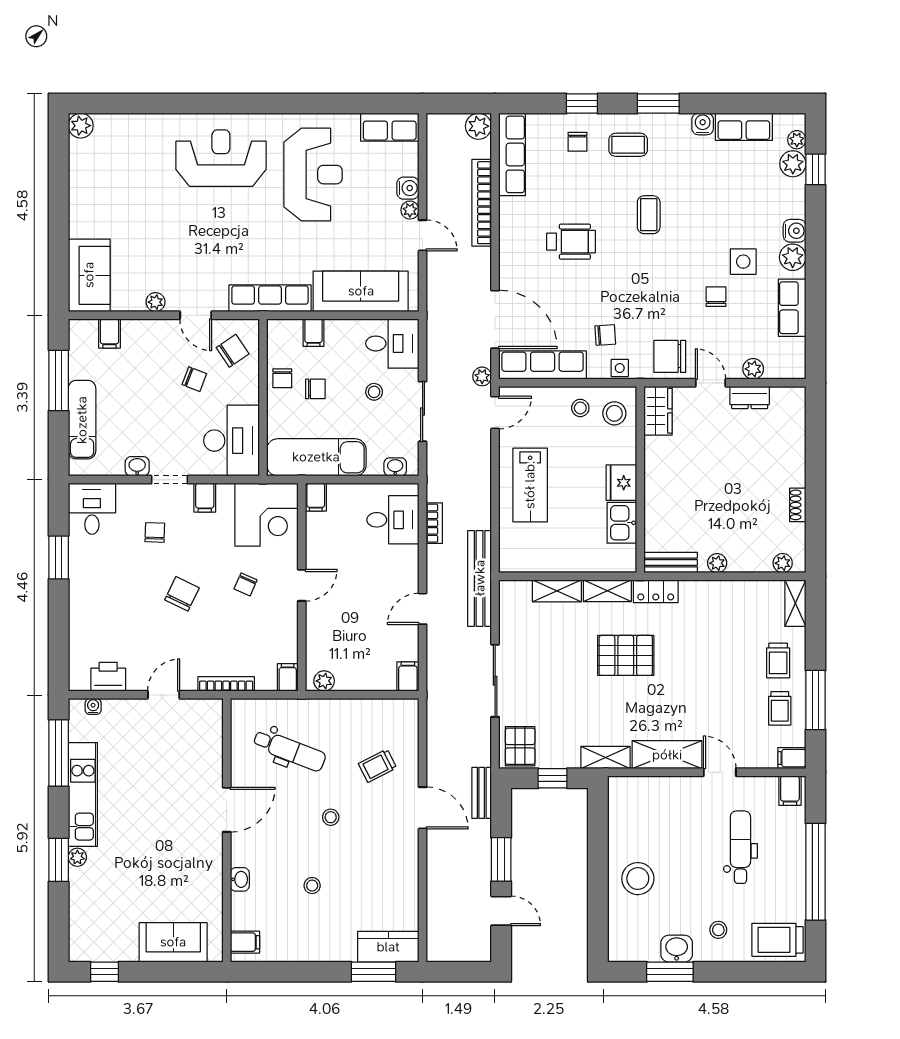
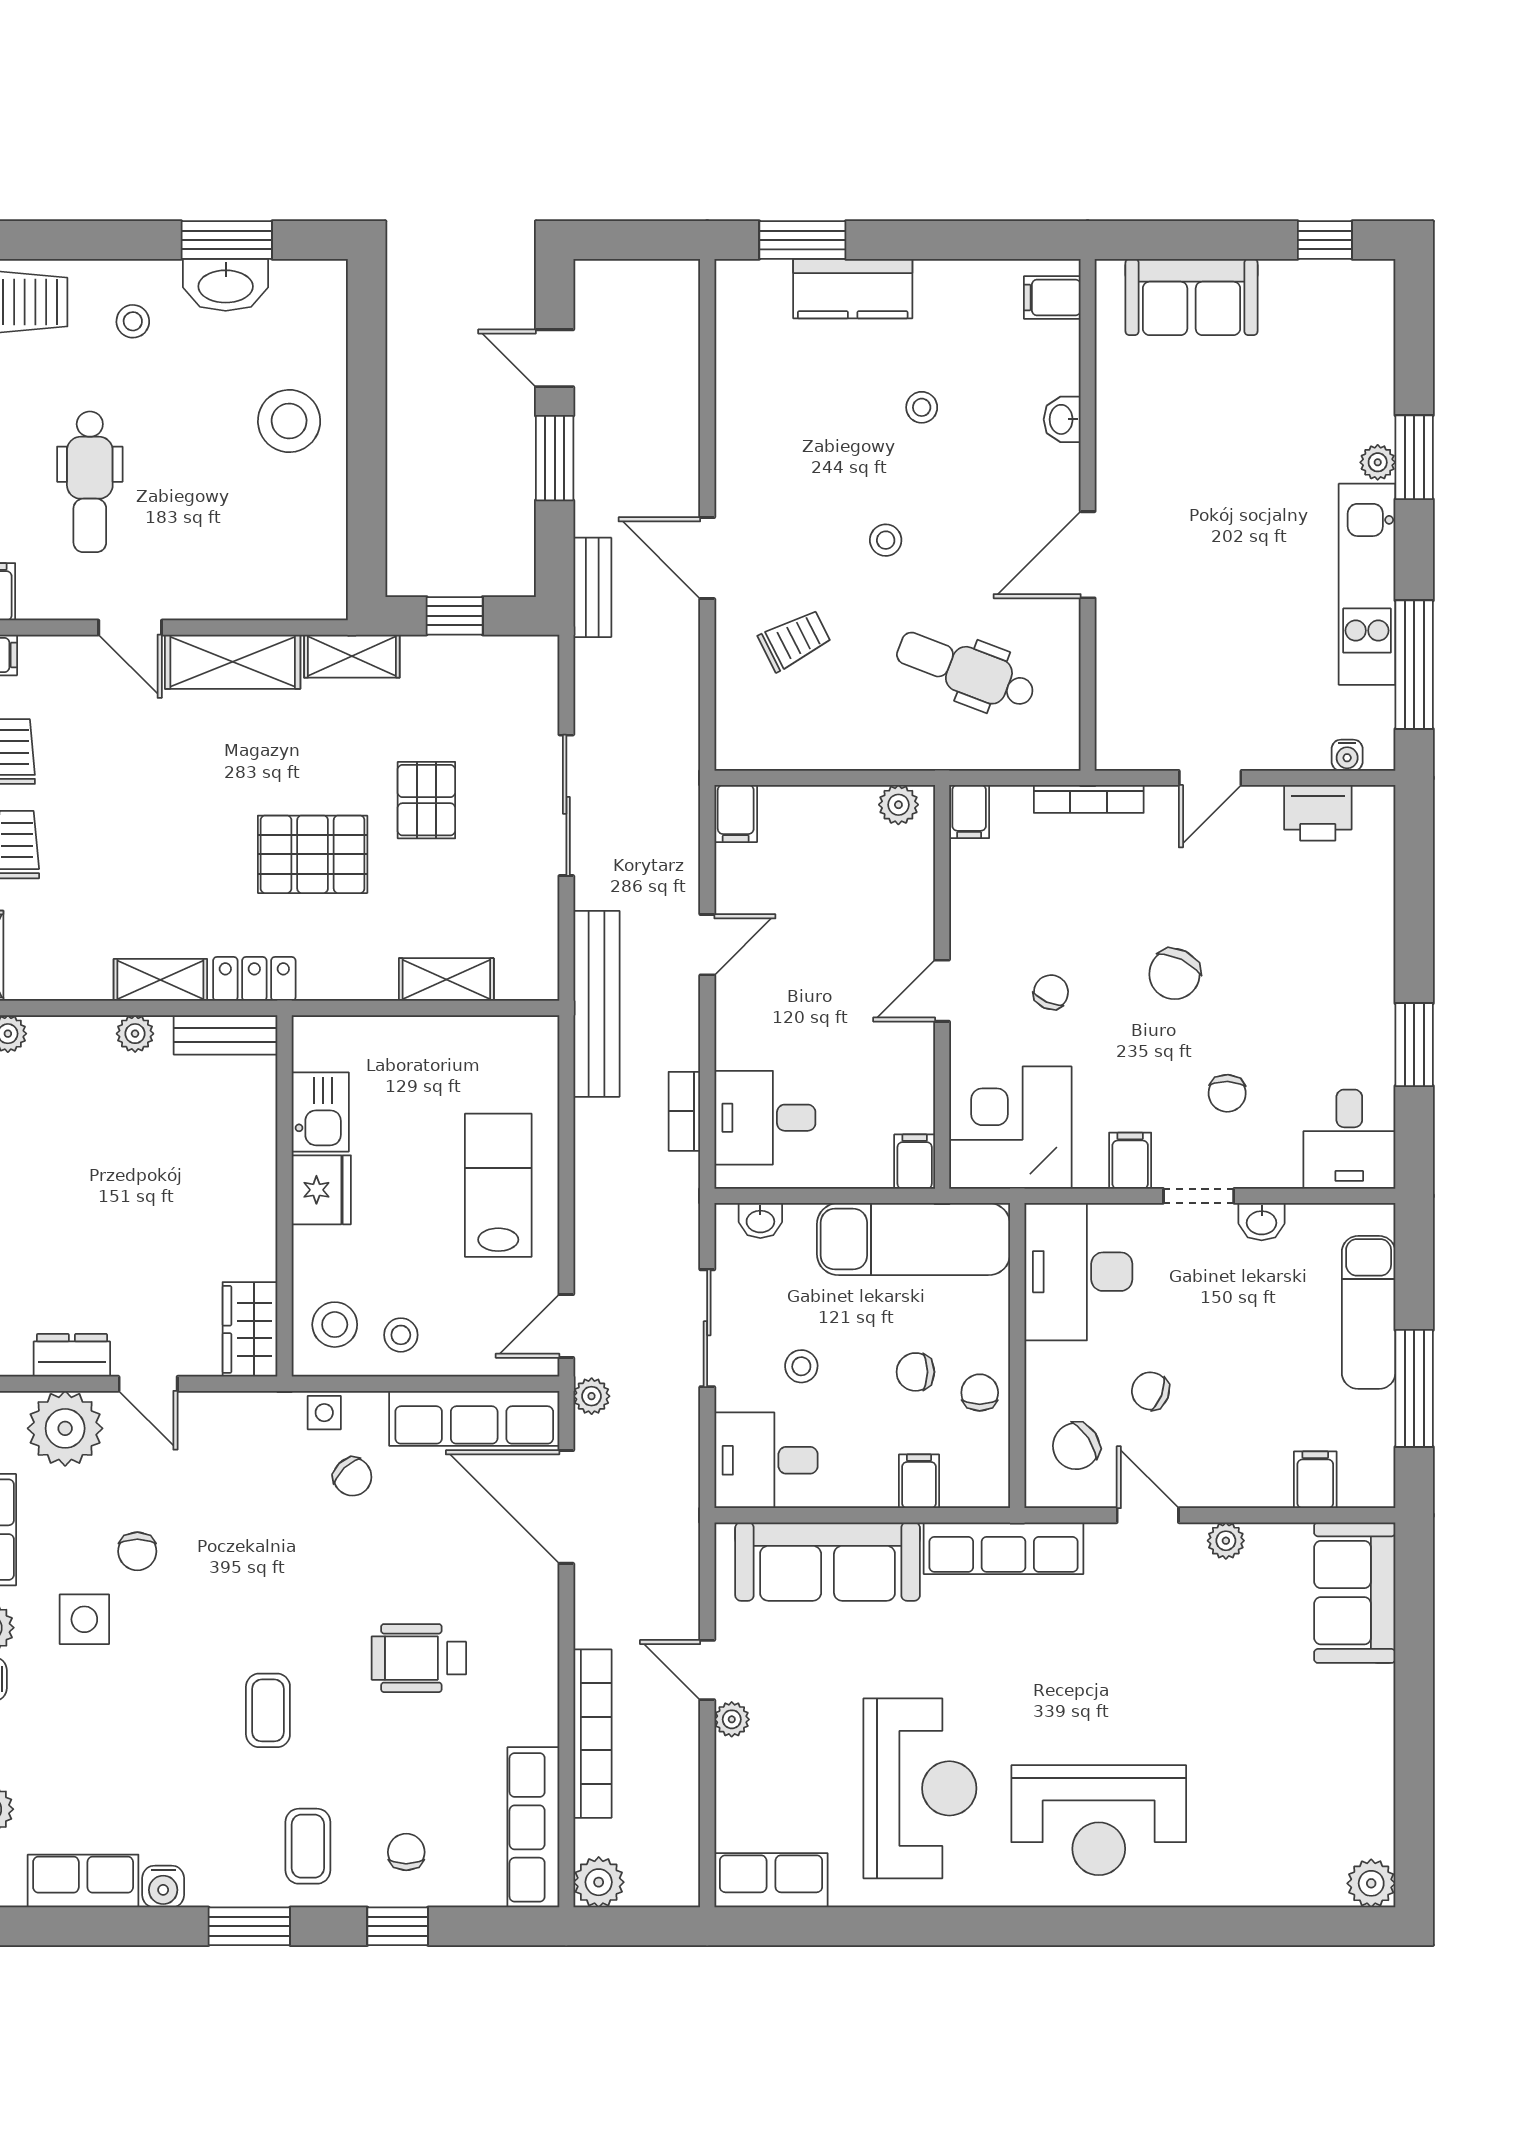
coffee table: (628, 145) -> (308, 1846), turned 90
reception desk: (313, 175) -> (920, 1788), turned 180
water cooler: (408, 188) -> (736, 1762), removed
chair: (605, 335) -> (352, 1477), turned -130
chair: (670, 356) -> (227, 1435), removed
plant: (753, 369) -> (65, 1428), width x1.88, depth x1.88
shelving: (607, 591) -> (160, 980), moved
pallet: (520, 746) -> (426, 800), moved
kitchen counter: (388, 947) -> (853, 289), moved
washbasin: (677, 949) -> (226, 285), width x1.38

